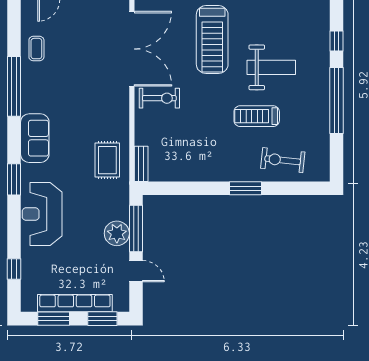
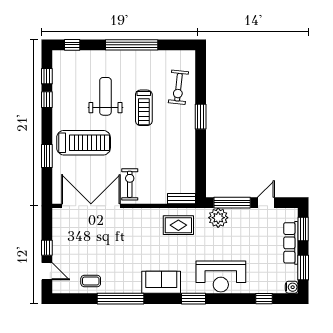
window: (336, 41) -> (72, 45), moved
plant: (117, 233) -> (218, 218), moved
row of seats: (75, 303) -> (291, 243), width x0.73
water cooler: (29, 304) -> (292, 287), added

